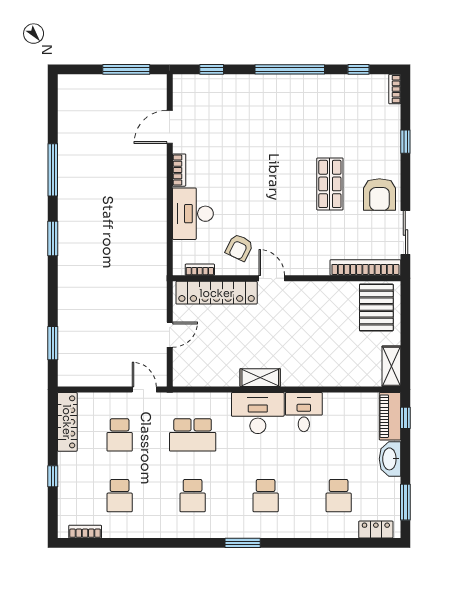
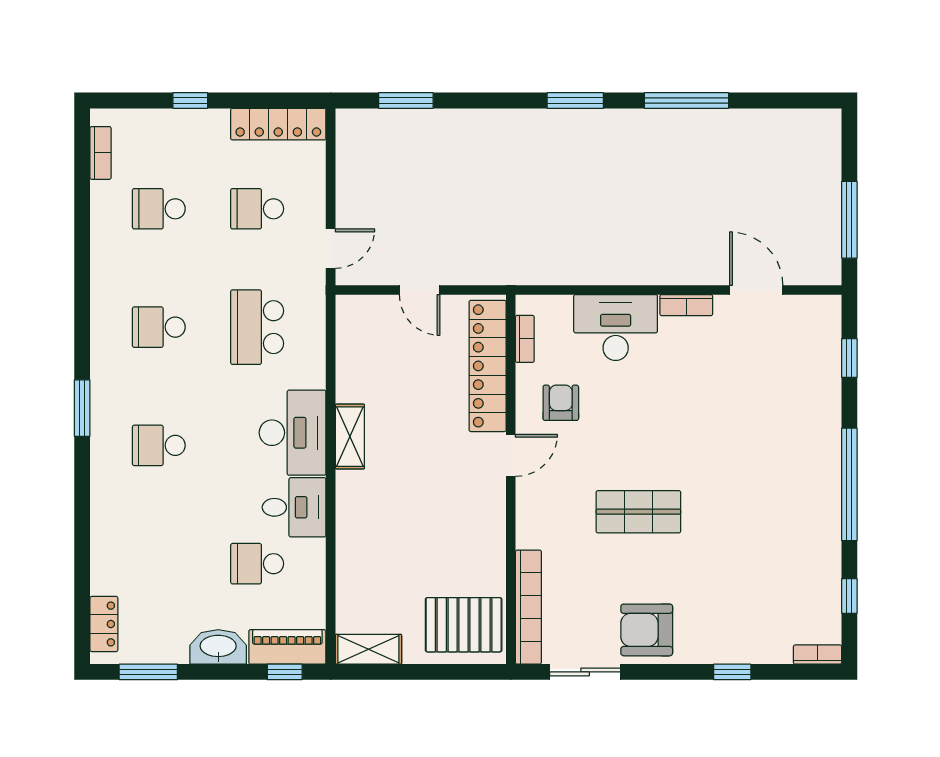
shop shelf: (330, 184) -> (638, 512), moved
armchair: (239, 247) -> (561, 403), turned 64
school desk: (339, 496) -> (257, 564), moved

